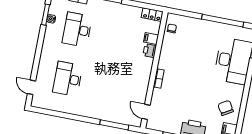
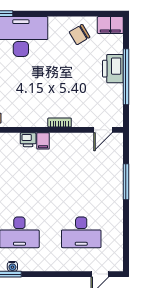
filing cabinet: (151, 39) -> (43, 141), moved
window: (114, 125) -> (126, 182), moved

